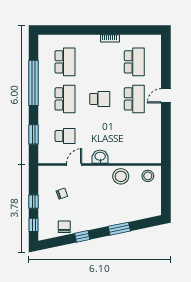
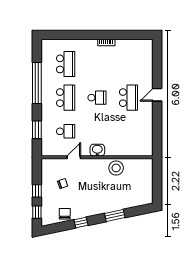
school desk: (134, 62) -> (128, 64), removed
stool: (148, 176) -> (141, 168), removed

